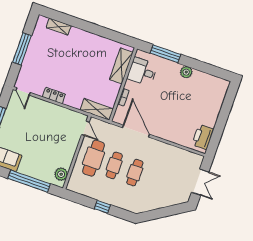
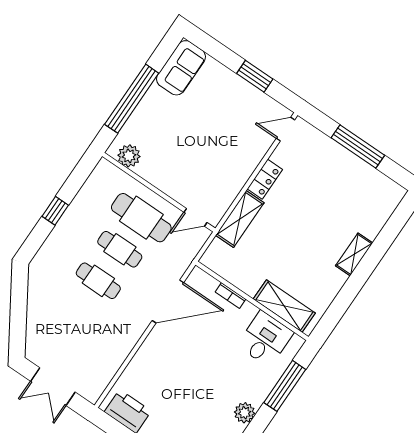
shelving: (59, 27) -> (354, 254), moved
shelving: (97, 109) -> (240, 219), moved

